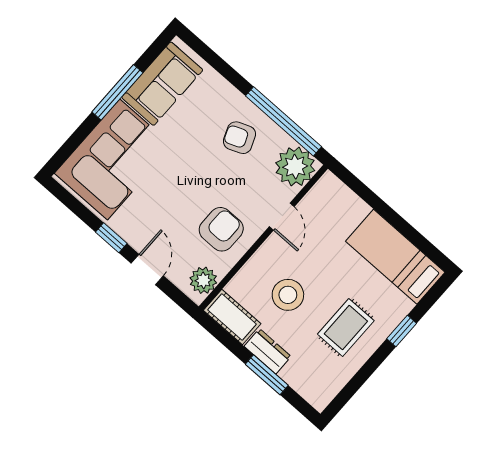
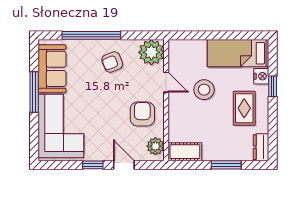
window: (284, 121) -> (91, 35), moved
stool: (288, 295) -> (204, 90), moved
nightstand: (399, 308) -> (261, 76), added
dresser: (268, 351) -> (261, 147), moved, turned -90

